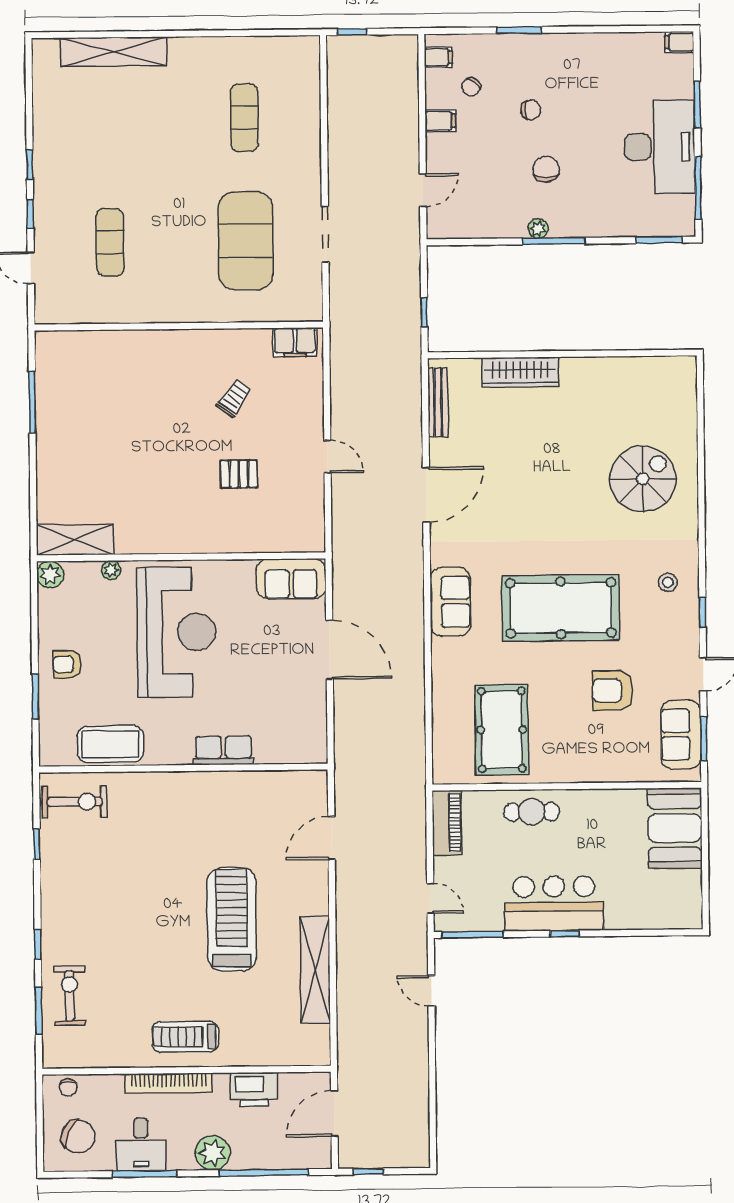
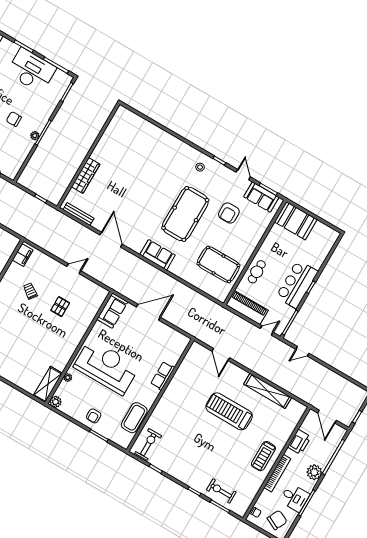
spiral stairs: (643, 479) -> (155, 153), removed
piano: (447, 823) -> (247, 308), width x1.37, depth x1.33

